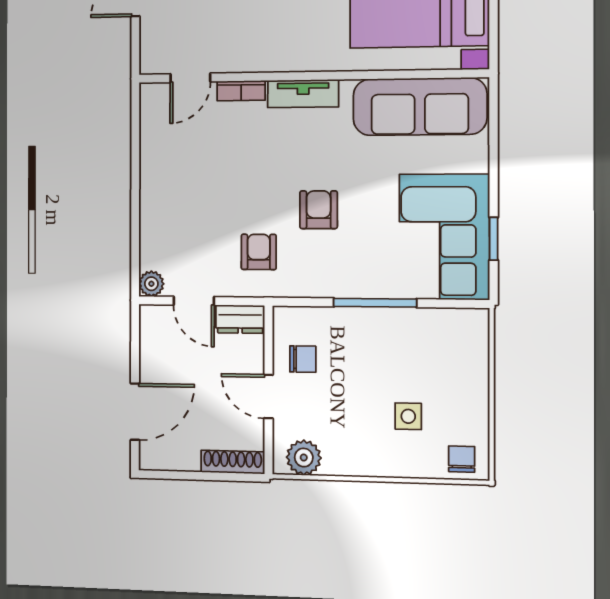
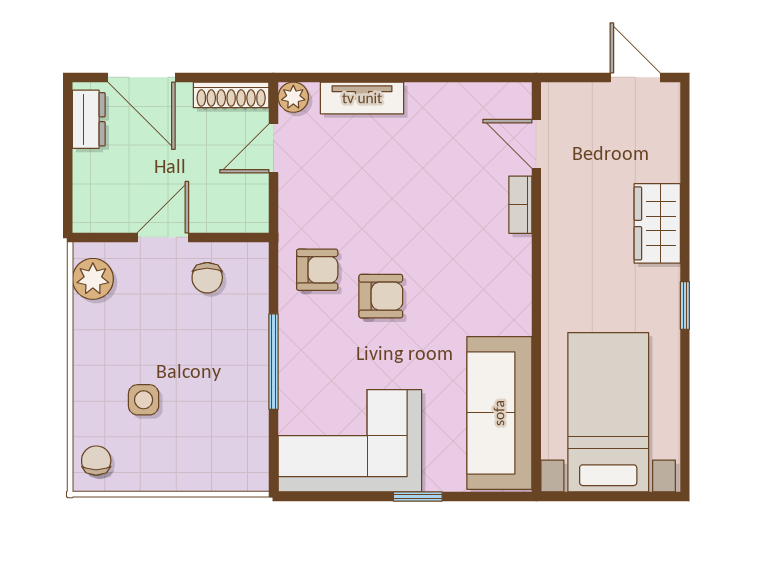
tv unit: (303, 94) -> (362, 98), moved, turned -90
window: (494, 239) -> (418, 496), moved
armchair: (259, 252) -> (317, 270), moved
dresser: (240, 319) -> (89, 119), moved, turned 180
chair: (462, 459) -> (96, 461), turned -90
shoe rack: (233, 462) -> (231, 95), moved, turned 90

